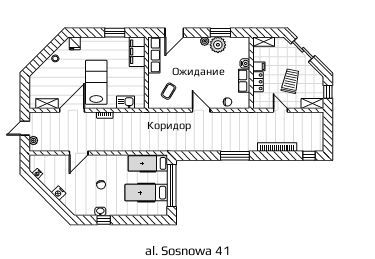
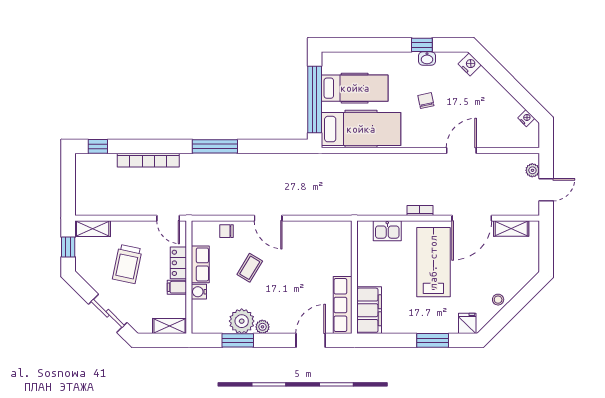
window: (115, 33) -> (433, 340), moved
lab bench: (96, 82) -> (433, 262), turned 180
coffee table: (169, 91) -> (250, 268), moved
door: (280, 110) -> (168, 218), moved
hospital bed: (148, 163) -> (361, 129), width x1.37, depth x1.29
nightstand: (59, 193) -> (470, 64), moved

